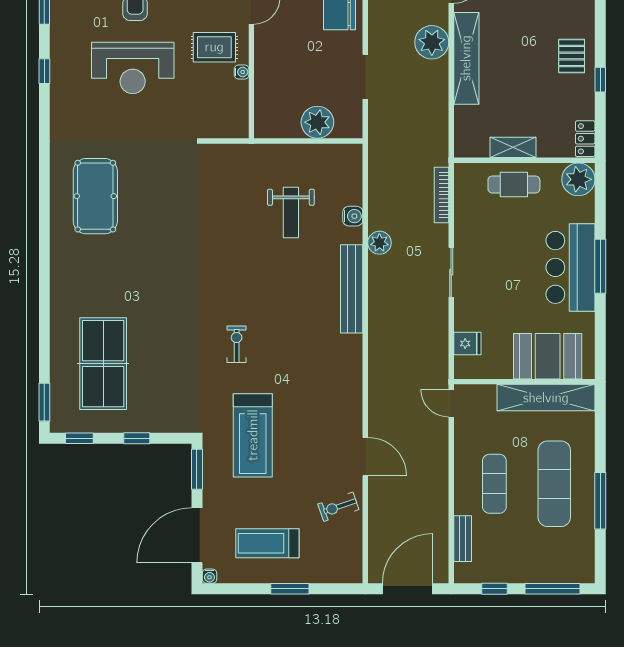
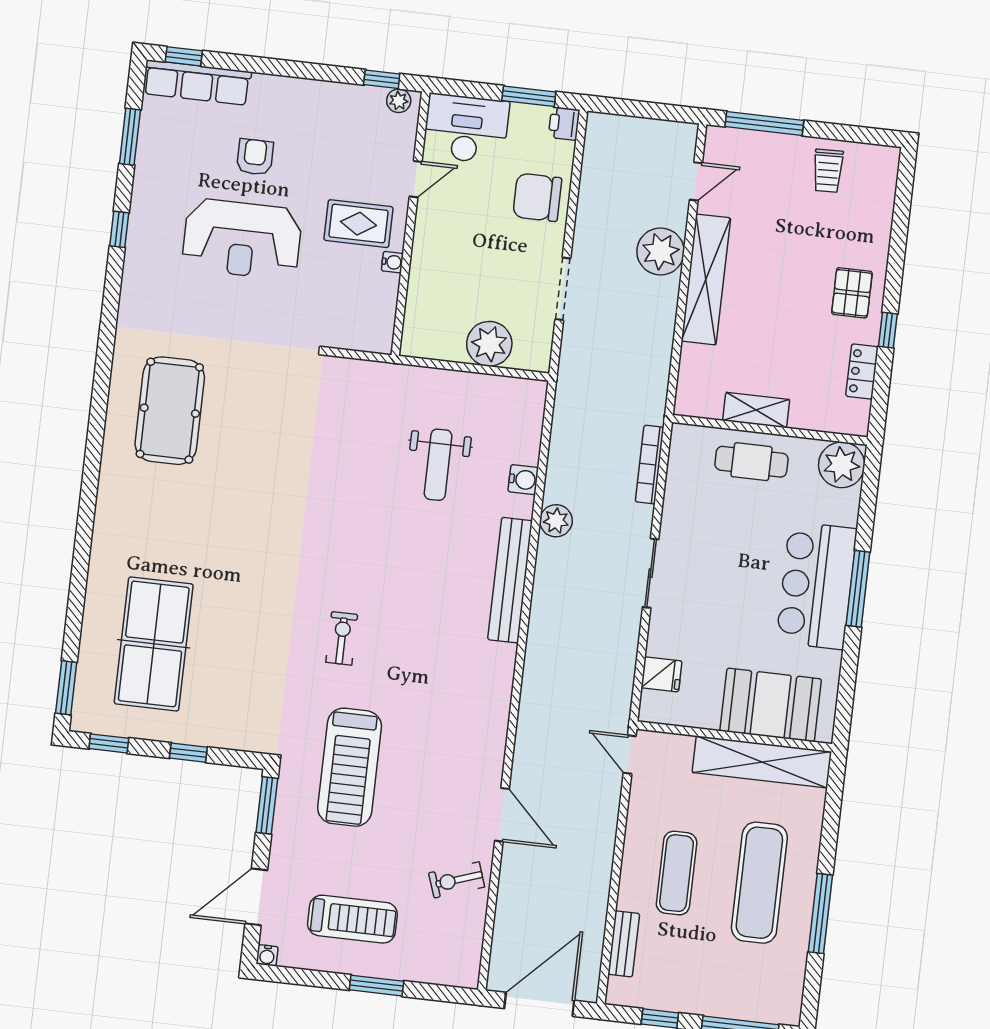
locker: (585, 139) -> (862, 372), moved
door: (197, 535) -> (256, 897), width x0.73
treadmill: (267, 543) -> (352, 919), turned 180

